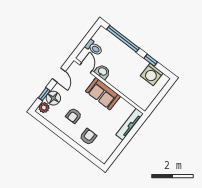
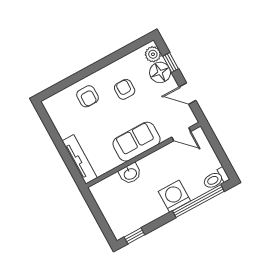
toilet: (94, 48) -> (216, 179), moved
window: (151, 60) -> (134, 236), moved
washbasin: (102, 72) -> (130, 174), moved
washing machine: (152, 74) -> (174, 196), moved

